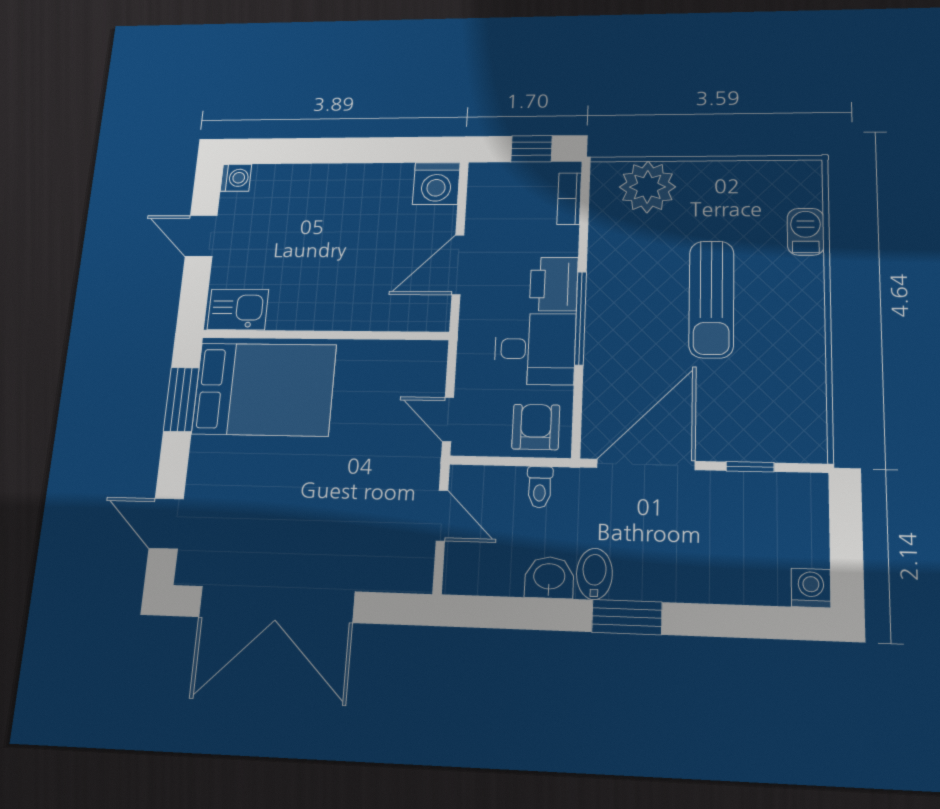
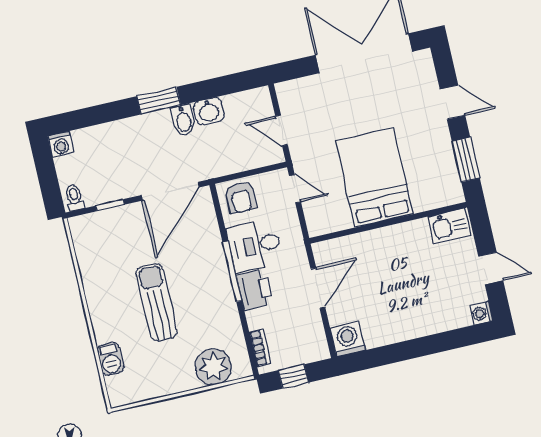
bed: (264, 389) -> (374, 178), moved, turned 90
toilet: (540, 487) -> (74, 198), moved
door: (166, 524) -> (452, 102), moved

